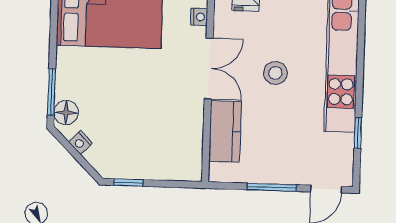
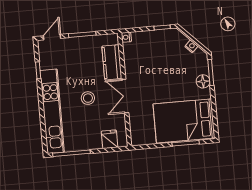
nightstand: (199, 17) -> (126, 37), moved
floor lamp: (66, 112) -> (203, 81), moved

